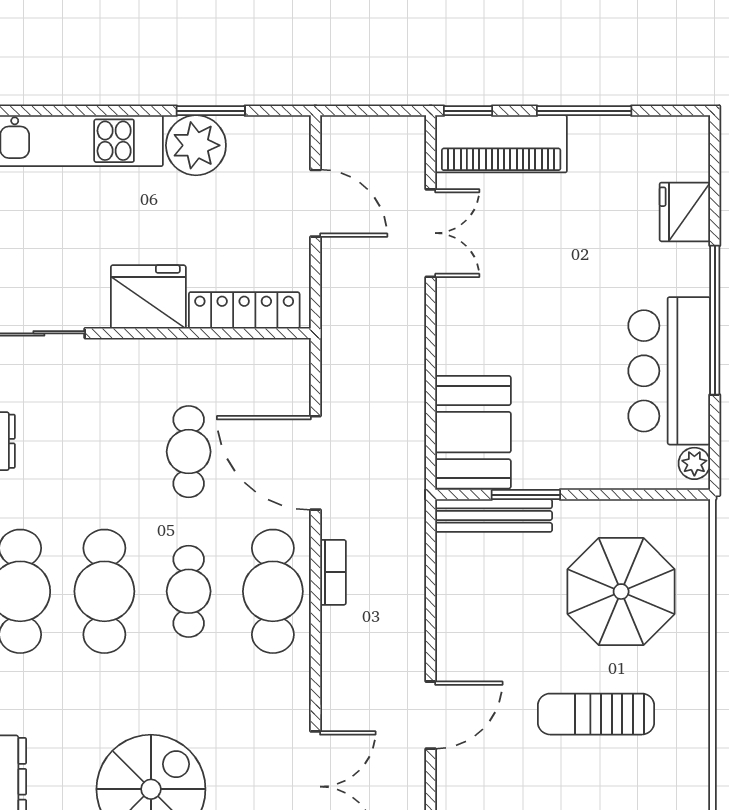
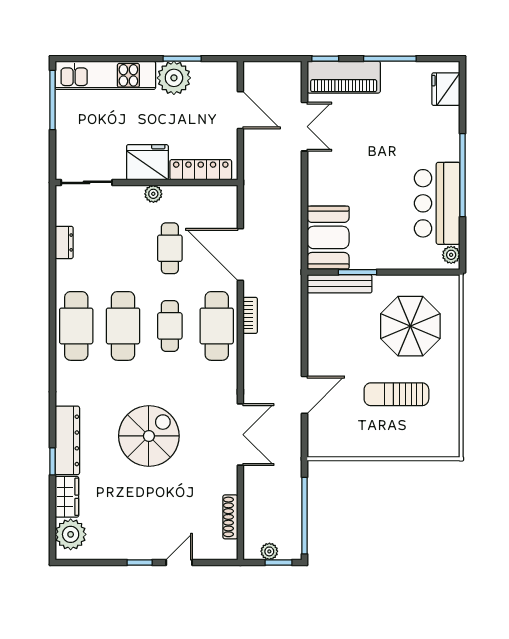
fridge: (685, 212) -> (446, 89), moved
plant: (159, 354) -> (153, 194), added

